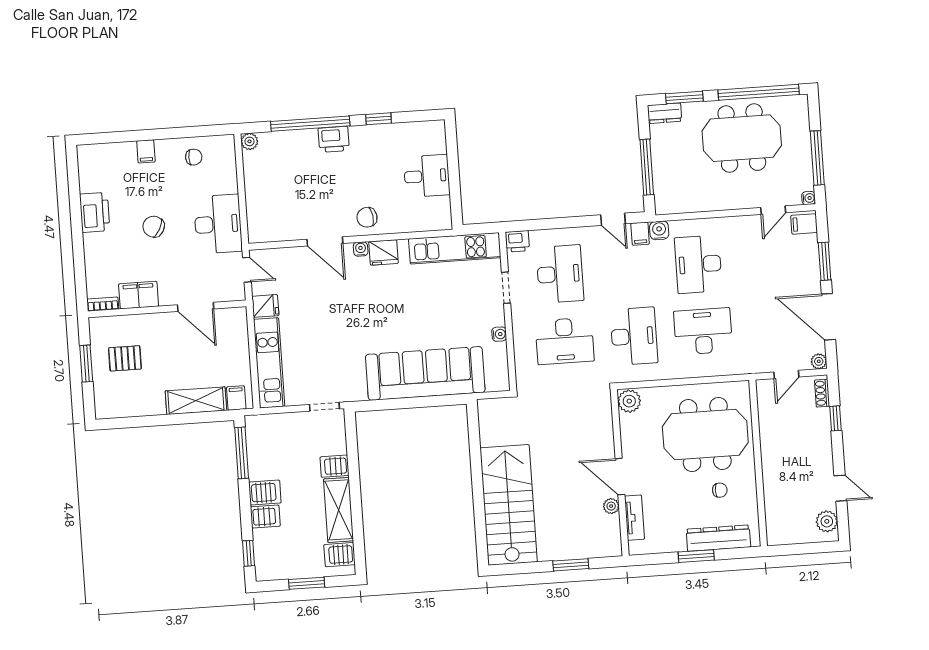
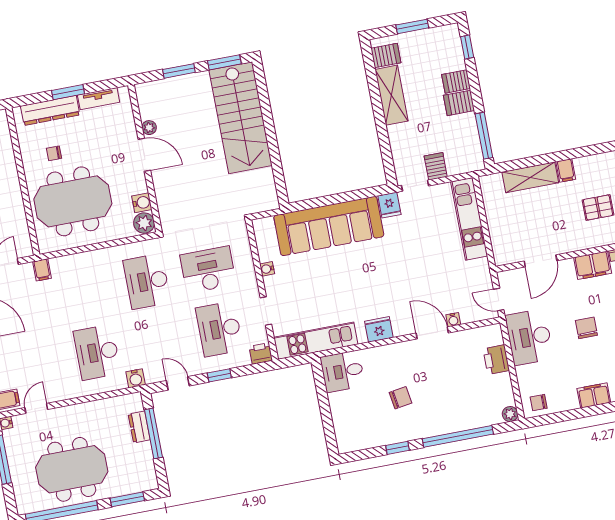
dresser: (665, 113) -> (139, 427), moved, turned -90
printer: (334, 139) -> (496, 360), moved, turned -90
filing cabinet: (146, 151) -> (594, 396), width x2.00
chair: (194, 157) -> (539, 403), moved
desk: (427, 176) -> (343, 371), moved
chair: (367, 217) -> (400, 398), moved
window: (566, 223) -> (219, 375), added
chair: (154, 227) -> (586, 328), turned -118
filing cabinet: (640, 234) -> (42, 270), moved, turned 180
water cooler: (361, 249) -> (453, 320), moved
desk: (698, 264) -> (97, 352), turned 180
fridge: (265, 306) -> (389, 205), moved, turned -90
door: (196, 307) -> (541, 261), swing flipped
desk: (703, 331) -> (86, 293), removed
filing cabinet: (236, 398) -> (566, 170), moved
water cooler: (629, 424) -> (142, 203), added
server rack: (334, 466) -> (436, 166), moved, turned -90
tv unit: (634, 518) -> (99, 99), moved, turned -90
window: (519, 568) -> (224, 62), added

